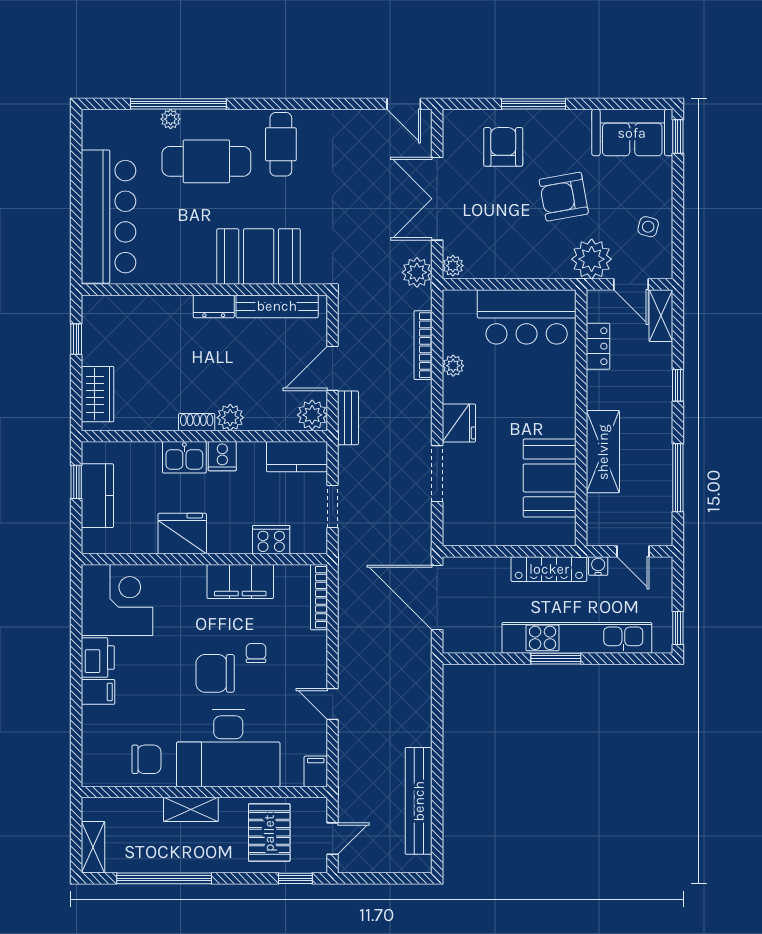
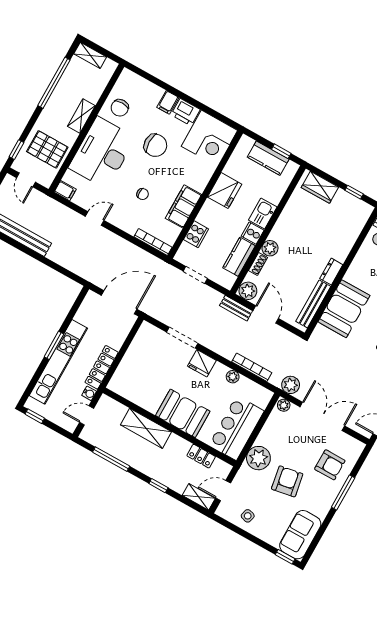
plant: (592, 259) -> (258, 458), moved
shoe rack: (197, 422) -> (258, 264), moved
kitchen counter: (297, 457) -> (239, 257), moved
booth: (550, 478) -> (183, 413), moved
chair: (215, 673) -> (155, 145), moved, turned 90

